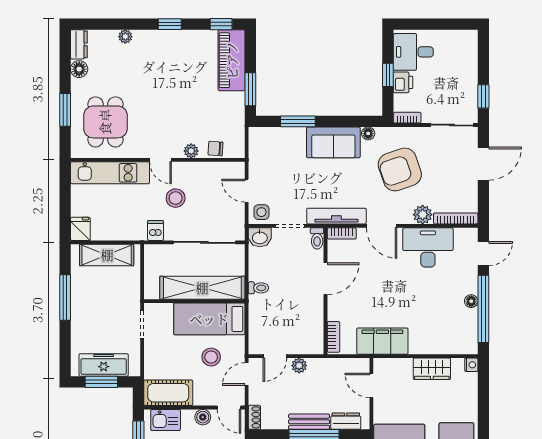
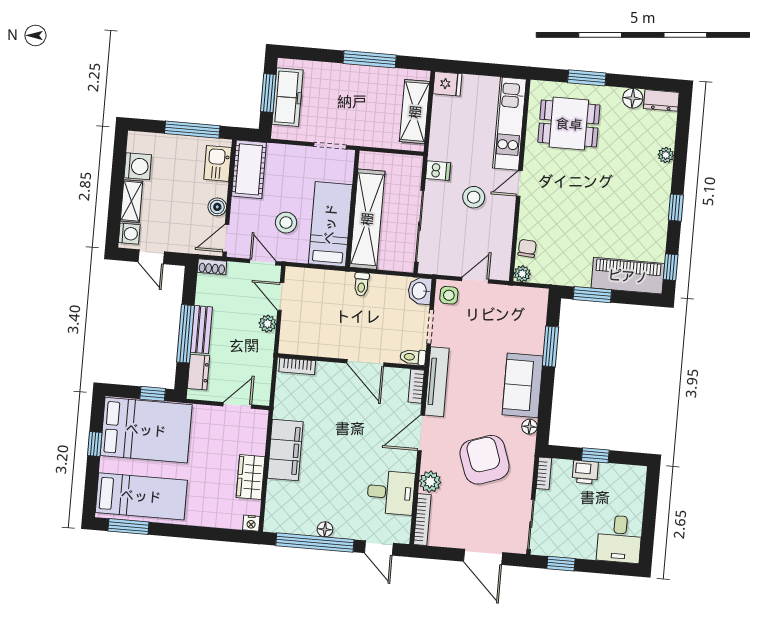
desk: (413, 52) -> (619, 539), moved, turned 180
plant: (191, 151) -> (522, 274), moved
desk: (428, 247) -> (391, 492), width x0.73
filing cabinet: (382, 341) -> (285, 450), moved

